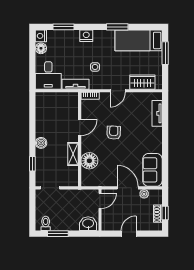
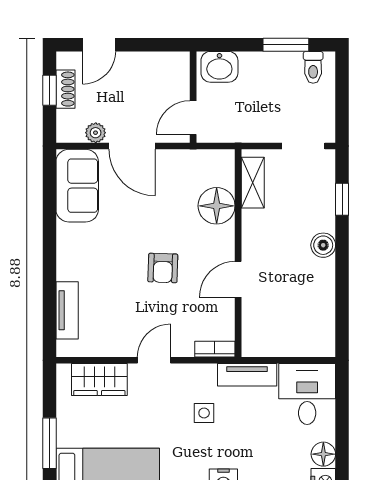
shelving: (73, 154) -> (253, 183), moved
door: (129, 234) -> (99, 45), moved

